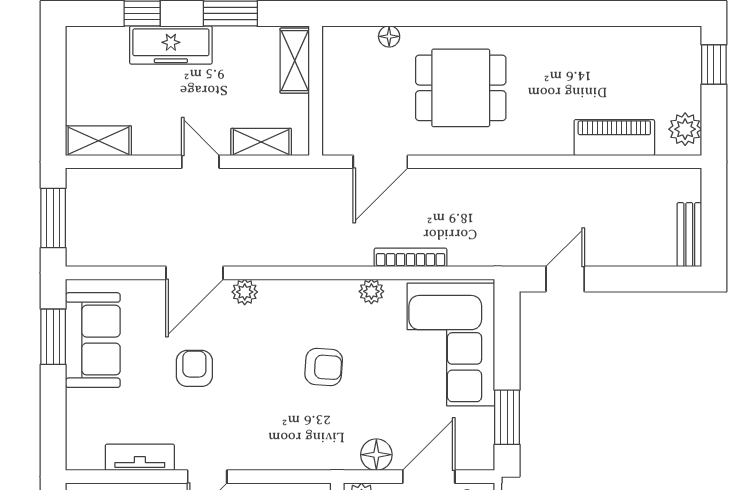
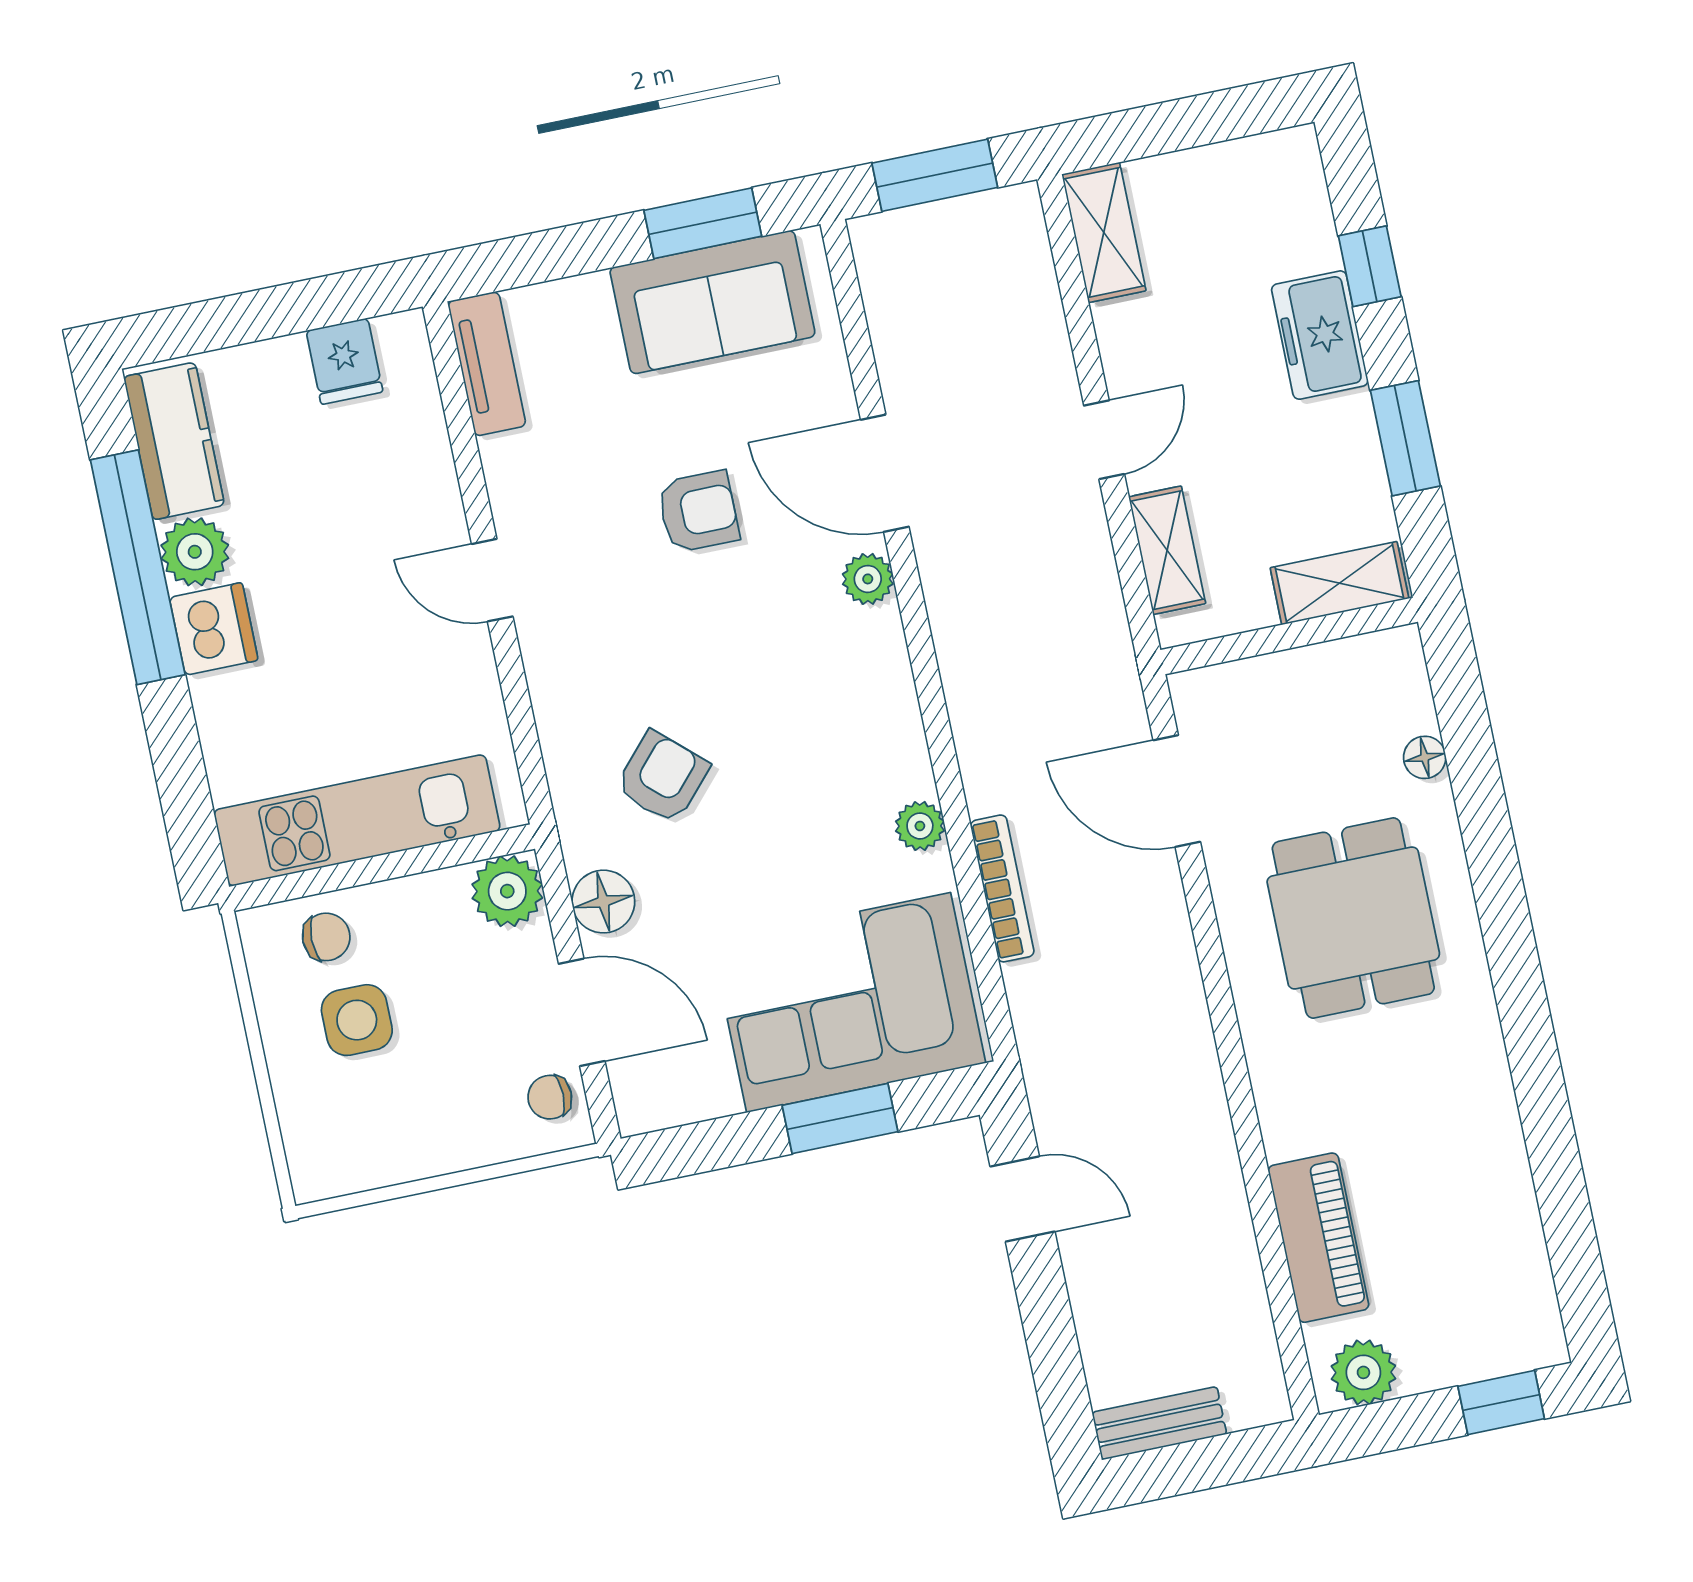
freezer: (171, 45) -> (1320, 335), width x0.71
armchair: (324, 367) -> (662, 777), moved, turned -142
window: (507, 417) -> (840, 1118), moved
tv unit: (140, 457) -> (487, 364), moved

